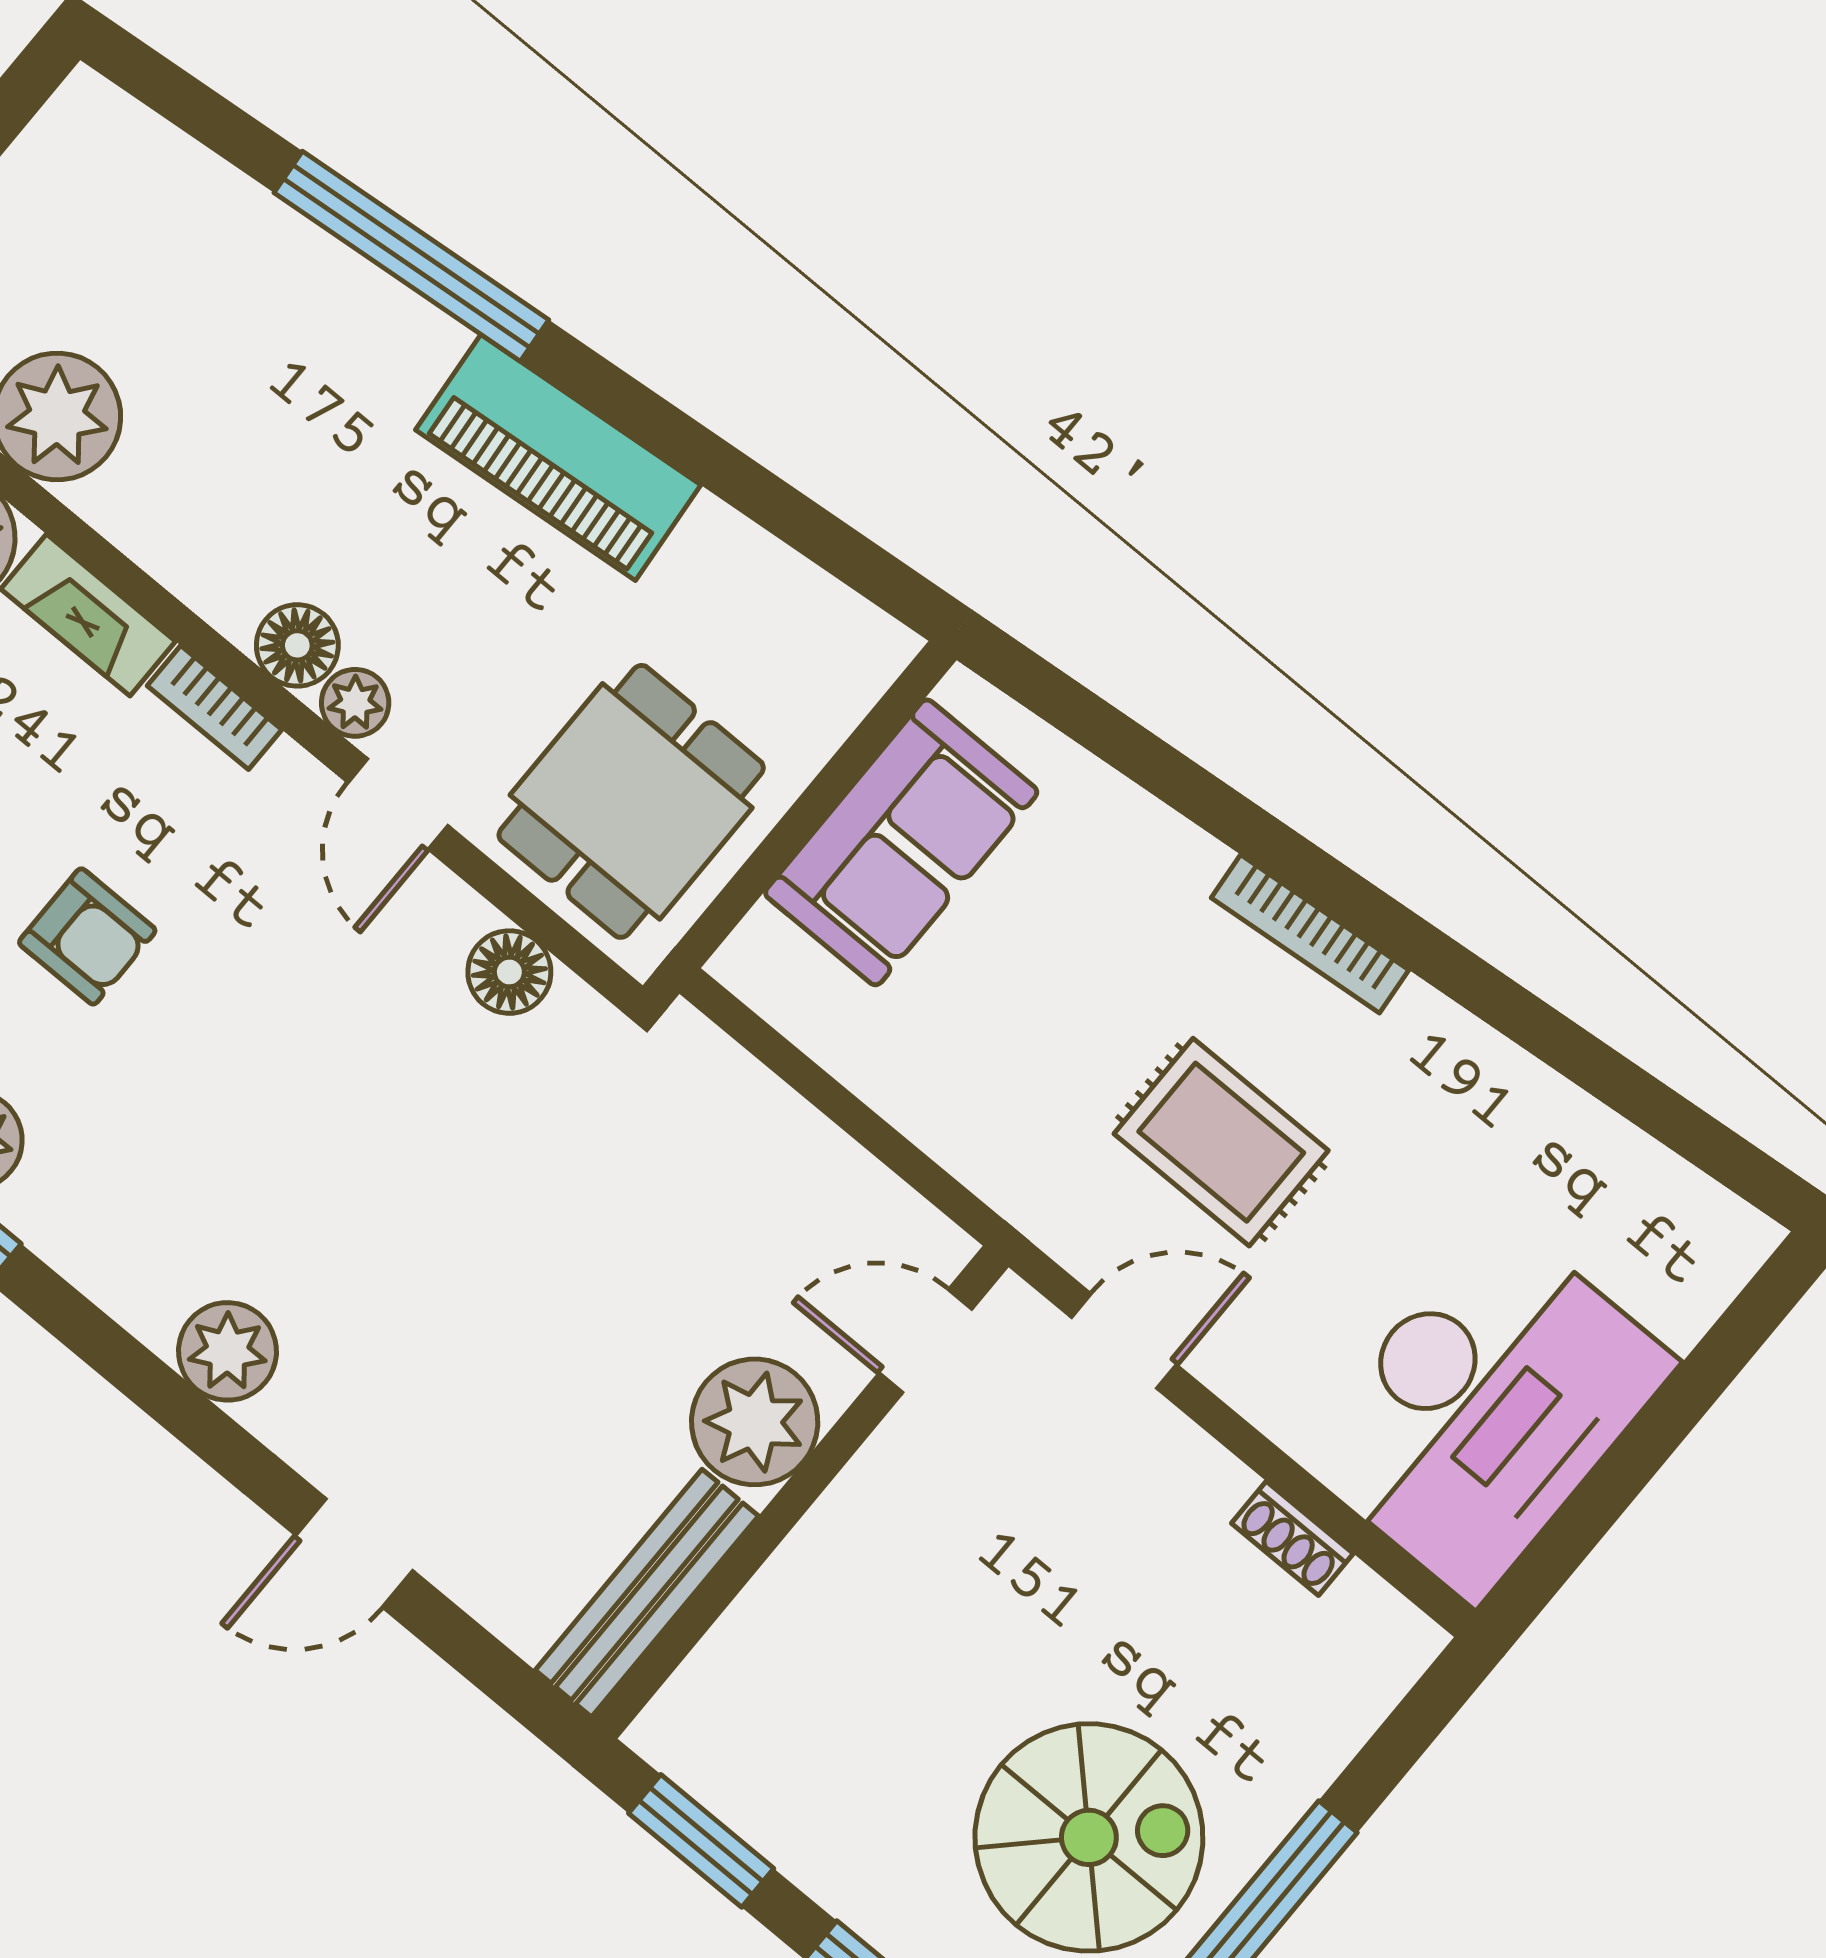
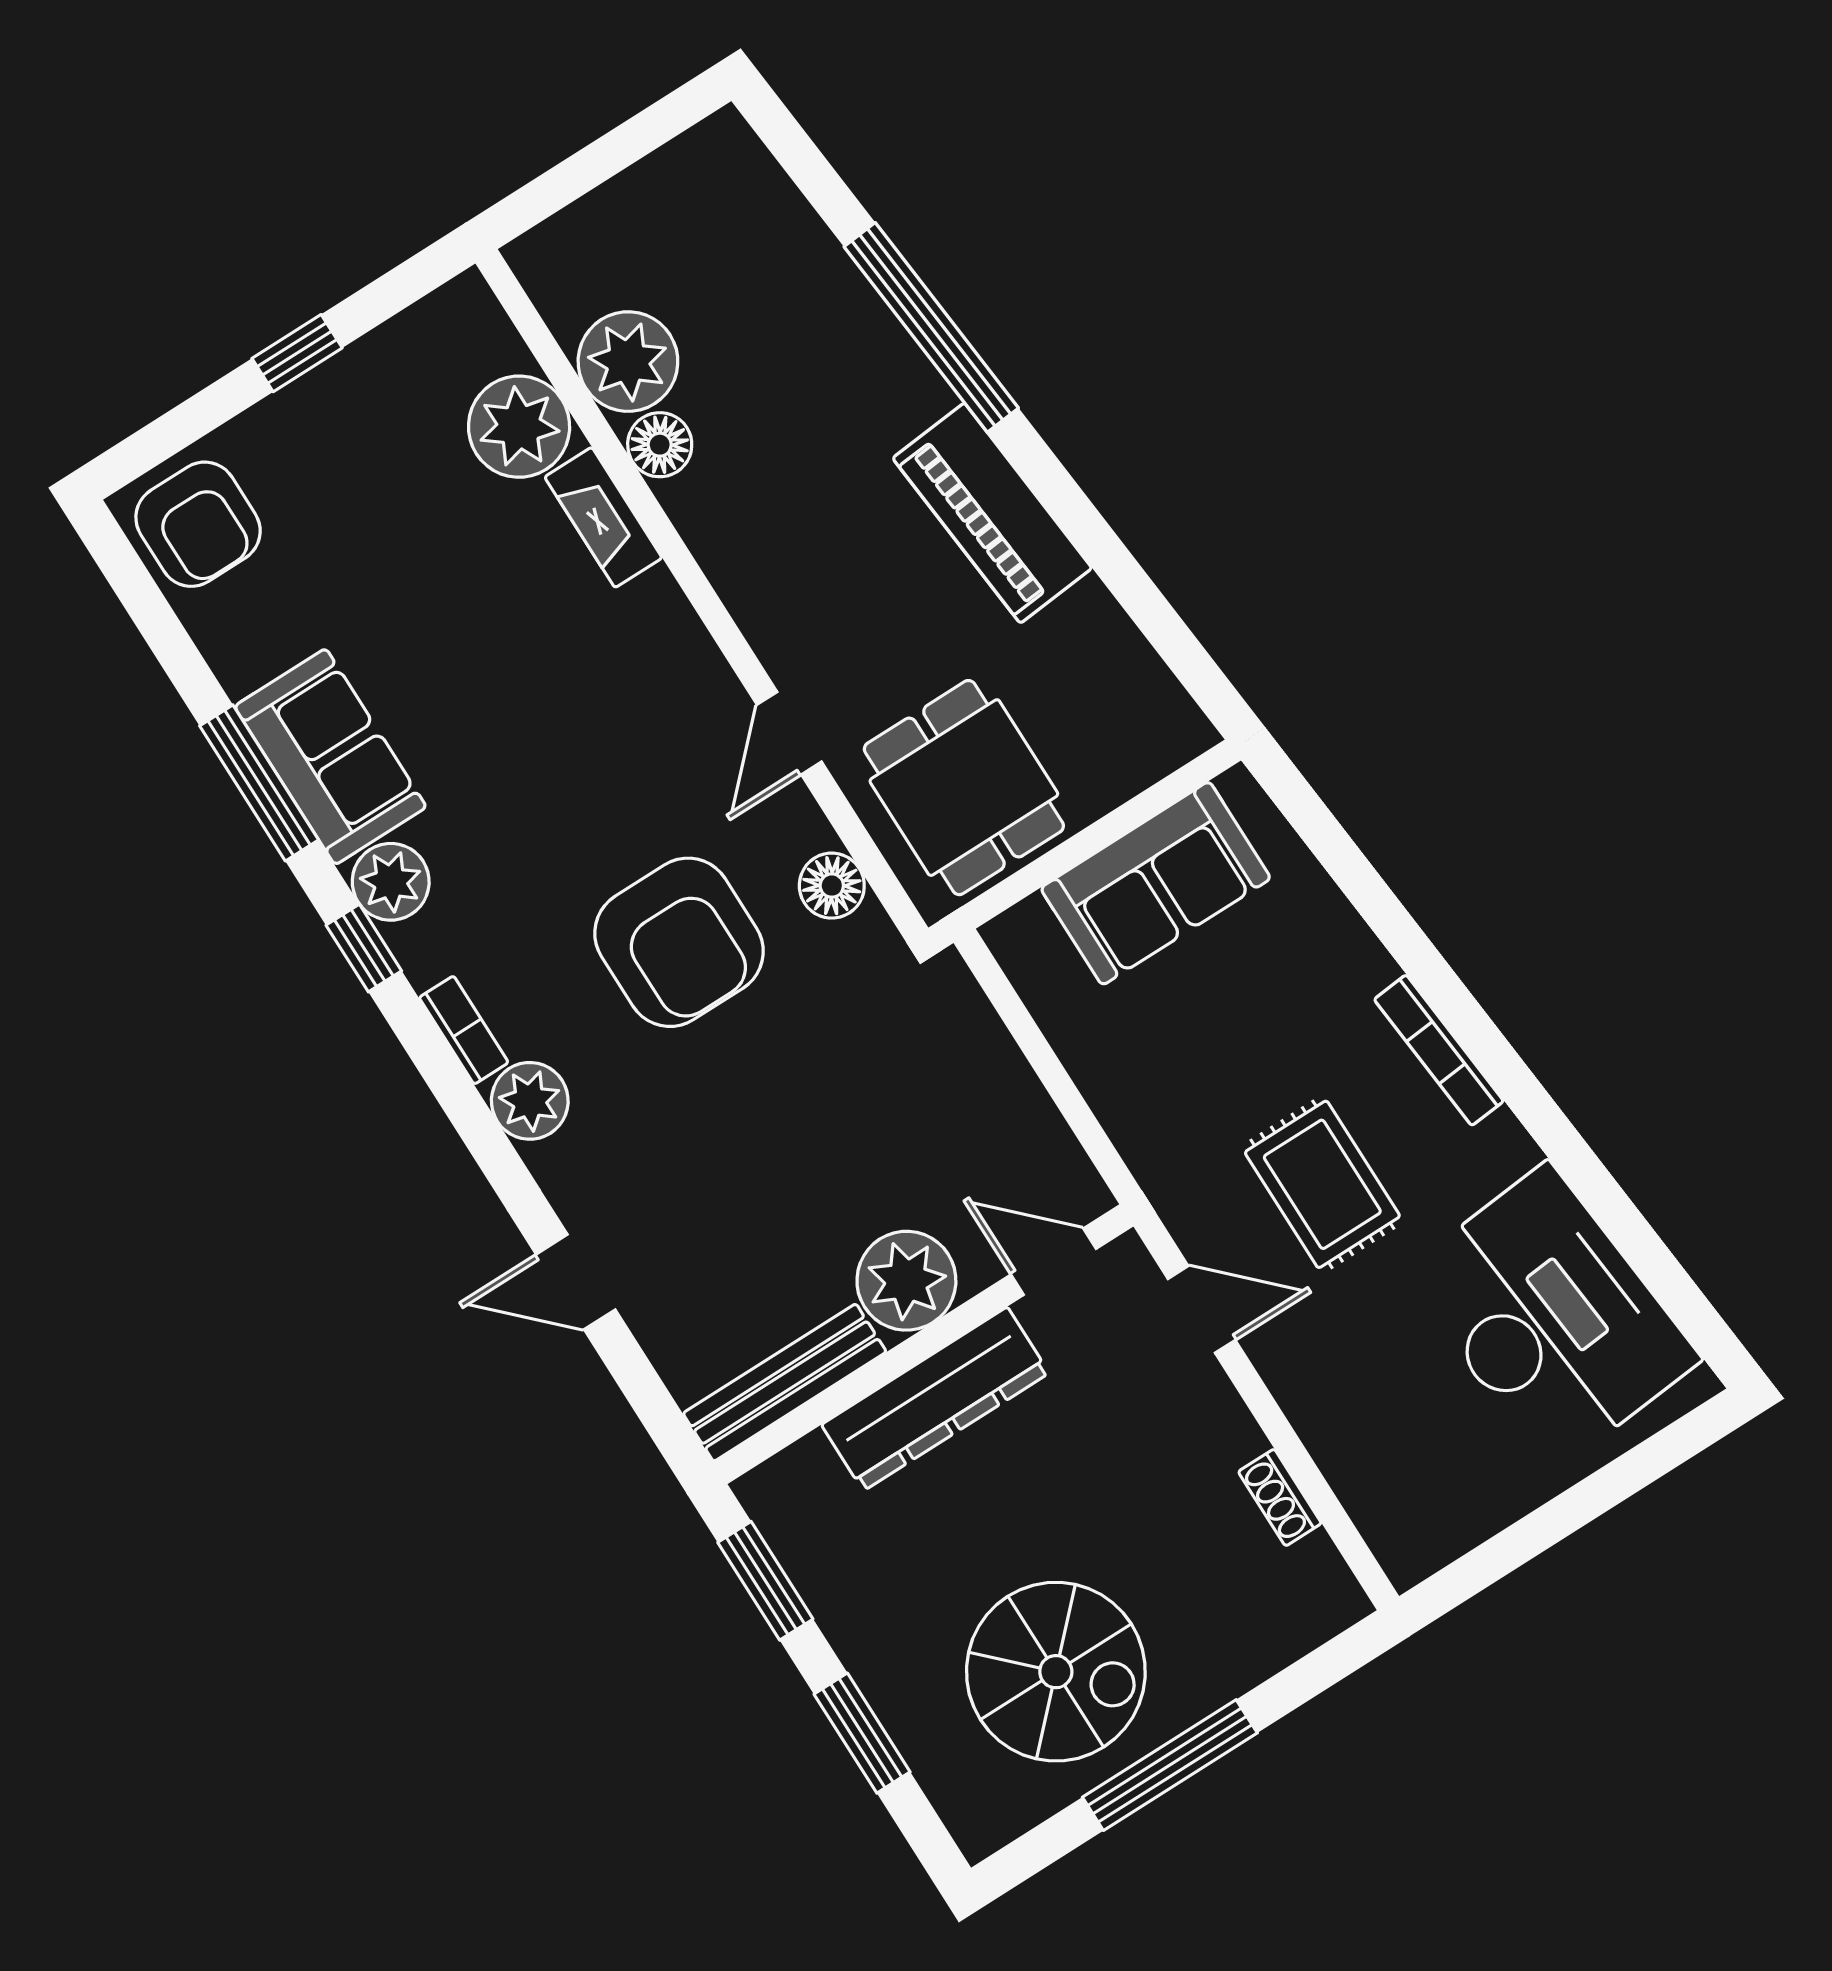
floor lamp: (297, 645) -> (660, 445), moved
plant: (355, 703) -> (782, 647), removed
bookcase: (215, 708) -> (464, 1030), moved, turned 180
dining table: (631, 801) -> (964, 788), turned 90
armchair: (87, 936) -> (679, 942), moved, width x1.88, depth x1.88
desk: (1486, 1409) -> (1551, 1317), moved, turned -95
dresser: (836, 1554) -> (935, 1399), added

